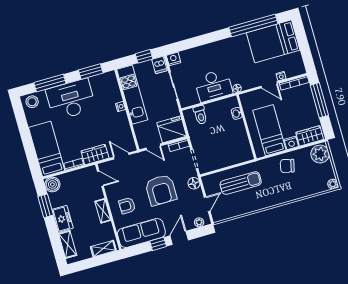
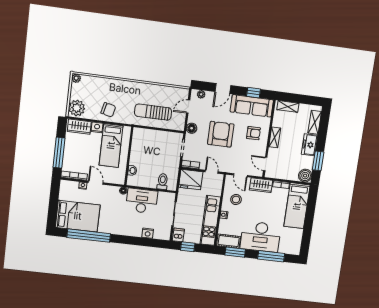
nightstand: (174, 59) -> (148, 233), moved
cot: (103, 80) -> (229, 241), added
stool: (32, 102) -> (236, 199), moved
window: (158, 244) -> (253, 93), moved

